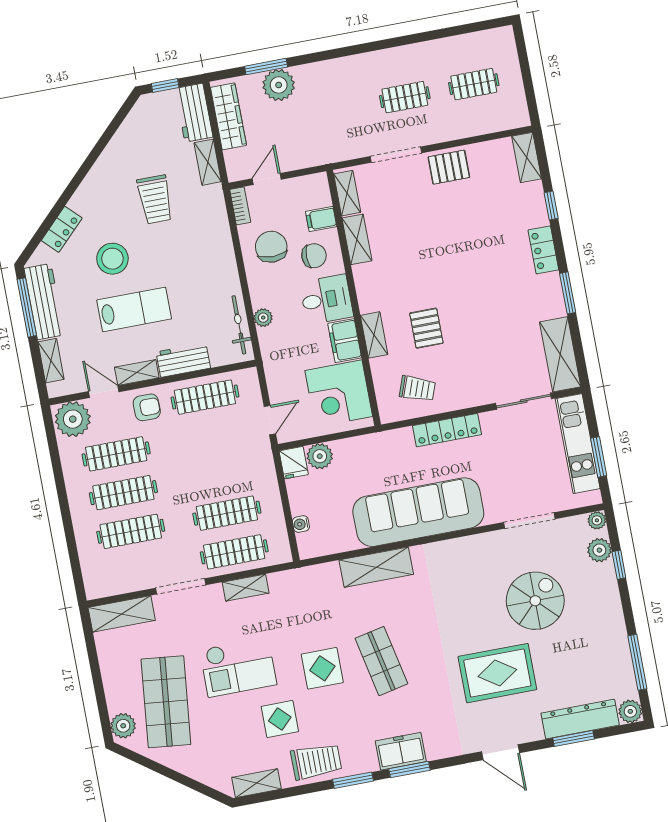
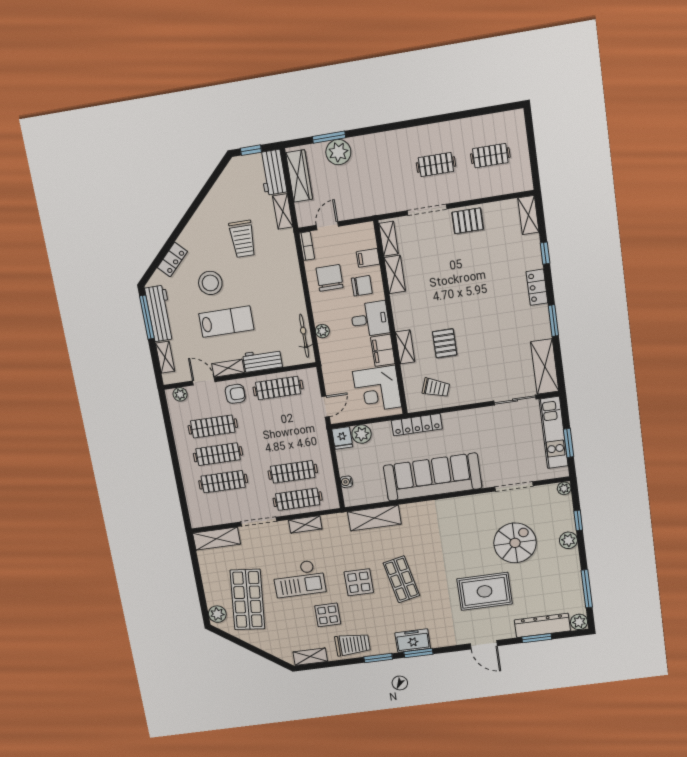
plant: (73, 419) -> (180, 394), width x0.53, depth x0.53
locker: (447, 430) -> (417, 425), moved
plant: (599, 550) -> (568, 540), moved
shelving: (376, 567) -> (374, 518), moved

